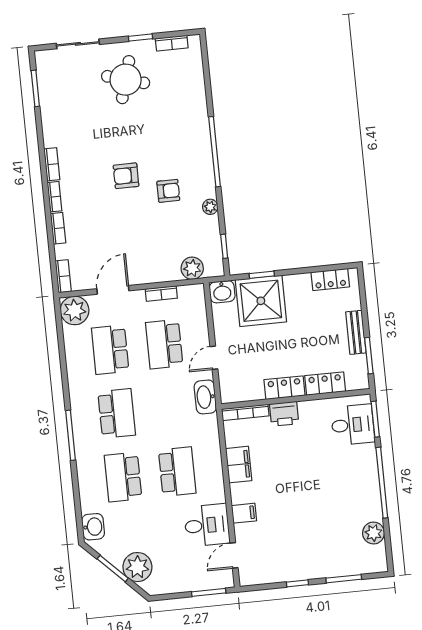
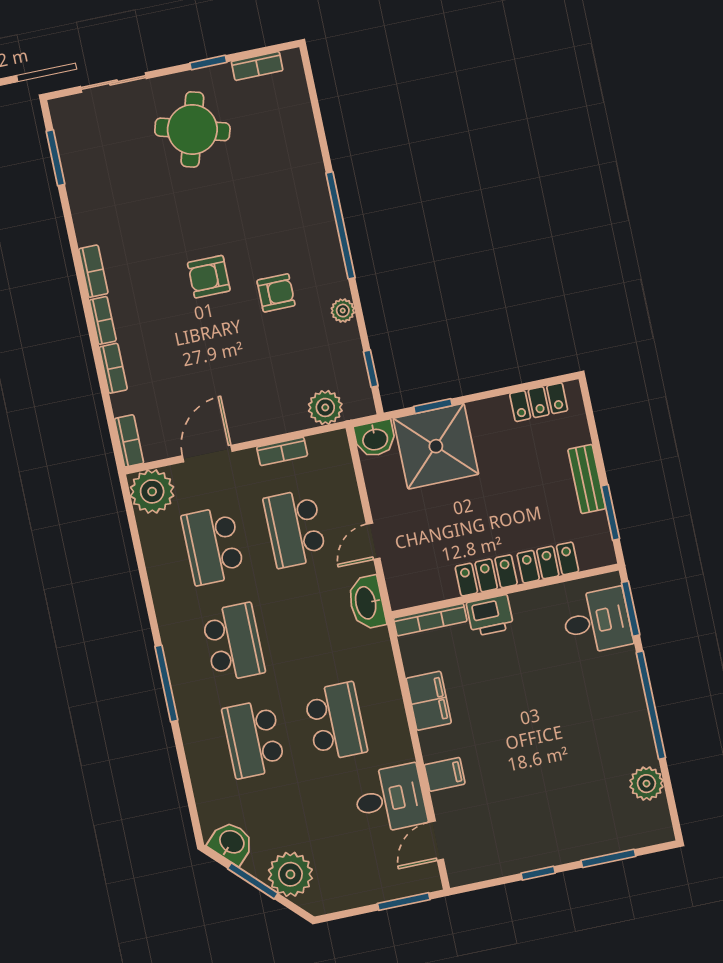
washbasin: (93, 527) -> (231, 843), moved, turned -45

